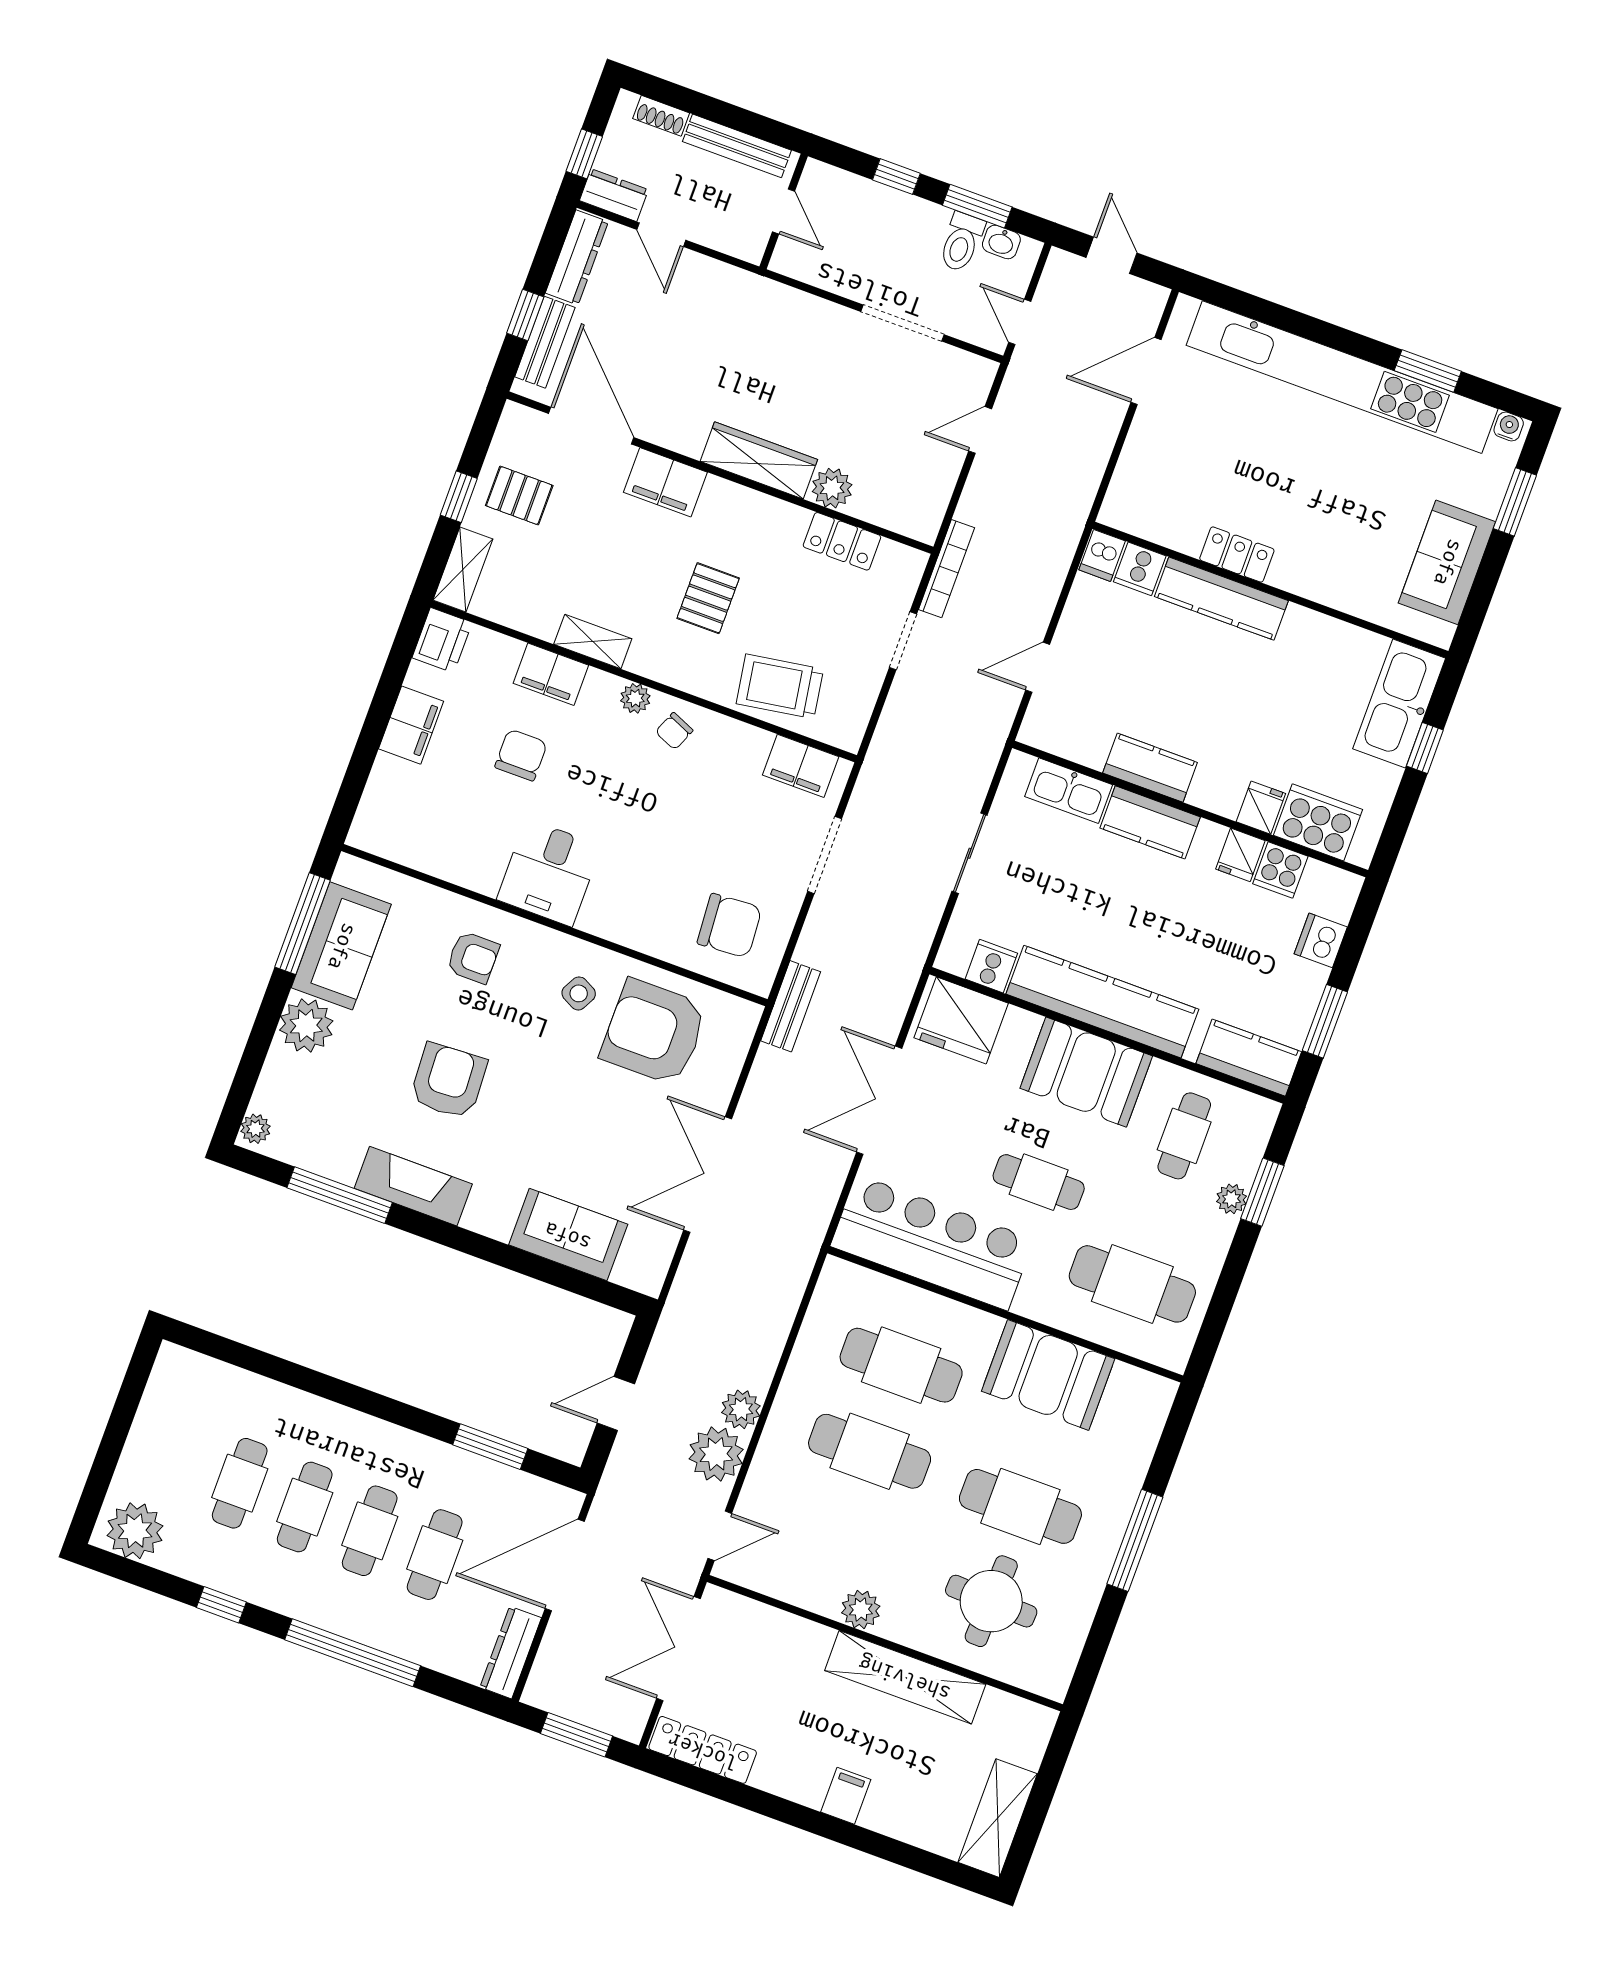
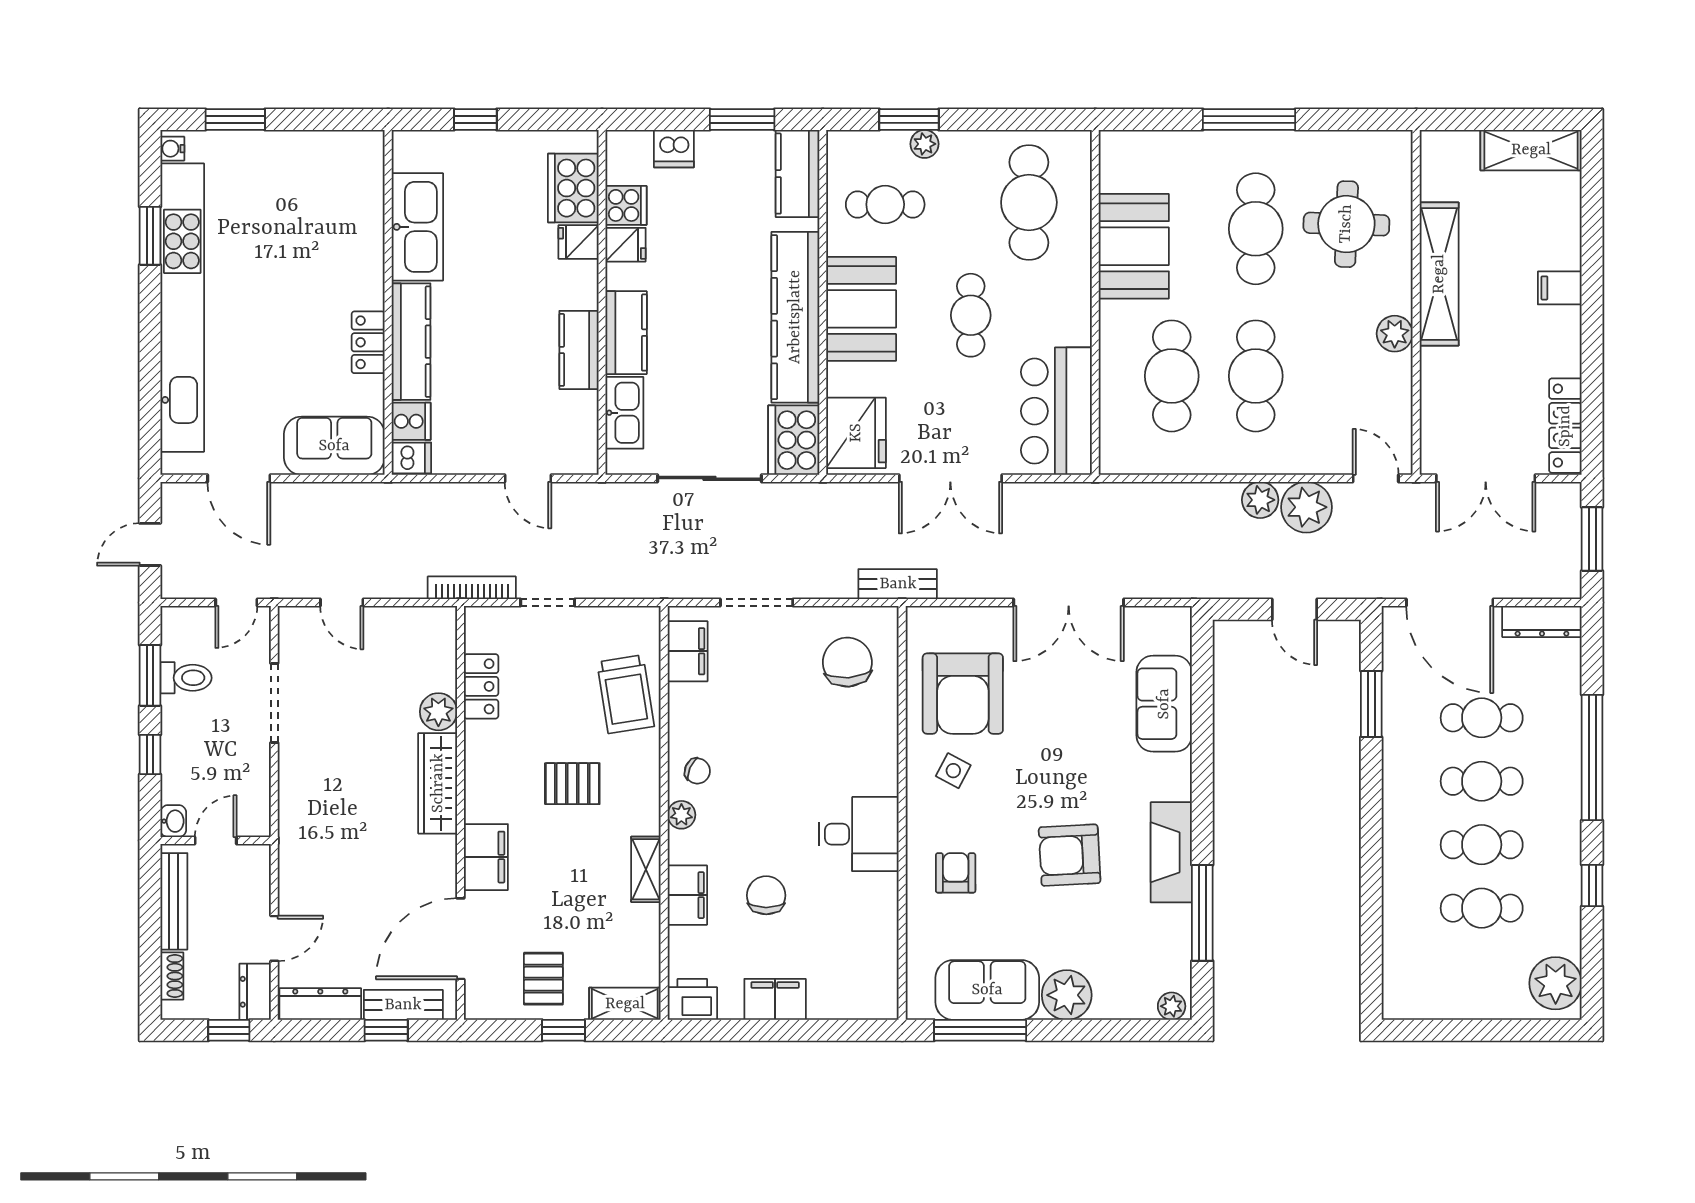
washbasin: (1001, 242) -> (173, 821), moved
sofa: (1447, 562) -> (334, 446), moved, turned 180
kitchen sink: (1399, 703) -> (417, 227), moved, turned -90
chair: (521, 755) -> (766, 895), turned 90
sliding door: (970, 853) -> (709, 478), width x1.37
cooker: (991, 966) -> (794, 440), width x1.87, depth x1.31
bar counter: (932, 1243) -> (1056, 411), width x0.73

